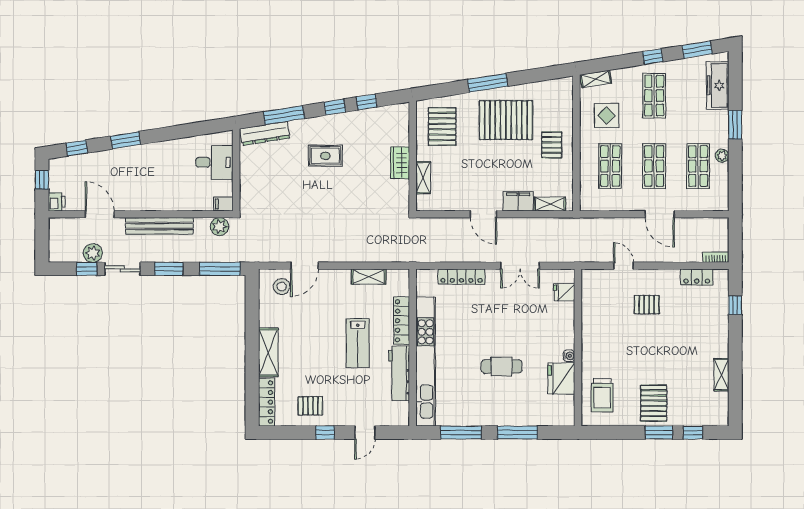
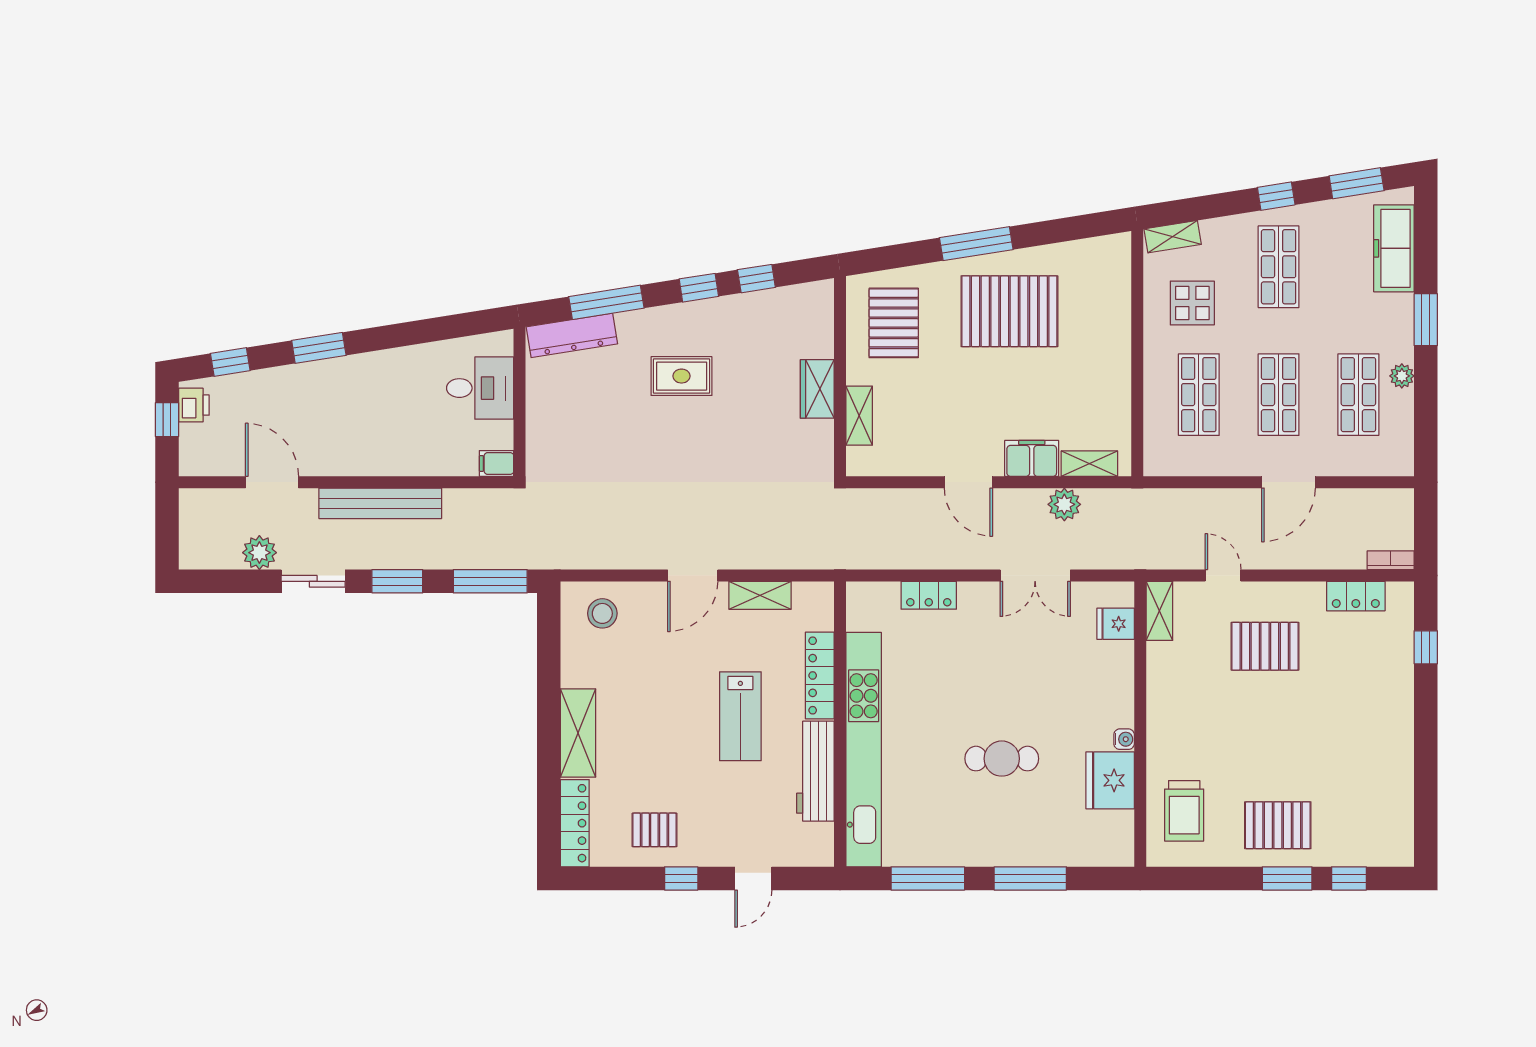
pallet: (552, 145) -> (1092, 356), removed
printer: (57, 202) -> (194, 405), moved
door: (660, 214) -> (1288, 482), hinge flipped
plant: (220, 227) -> (1064, 504), moved
door: (305, 266) -> (693, 575), moved
window: (87, 269) -> (248, 581), removed
locker: (461, 277) -> (929, 595), width x0.66
pallet: (647, 305) -> (1265, 646), width x1.50, depth x1.42
shelving: (721, 375) -> (1159, 611), moved
pallet: (654, 403) -> (1278, 825), turned 90

